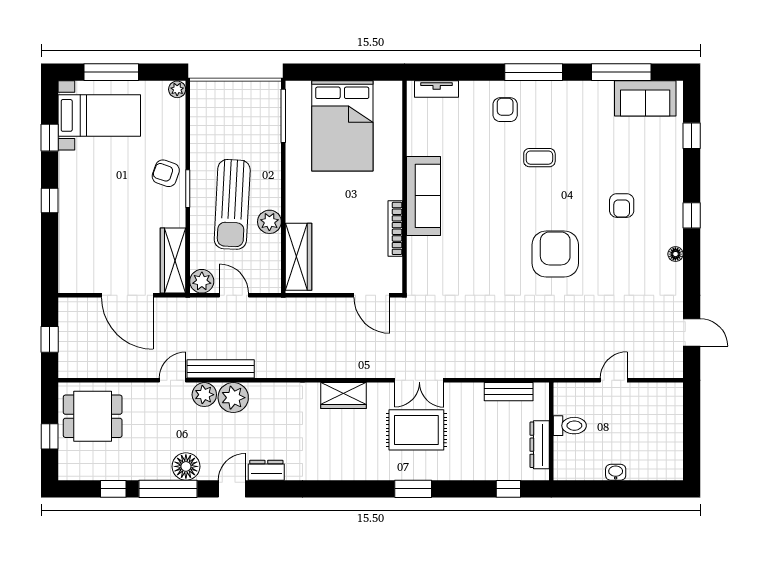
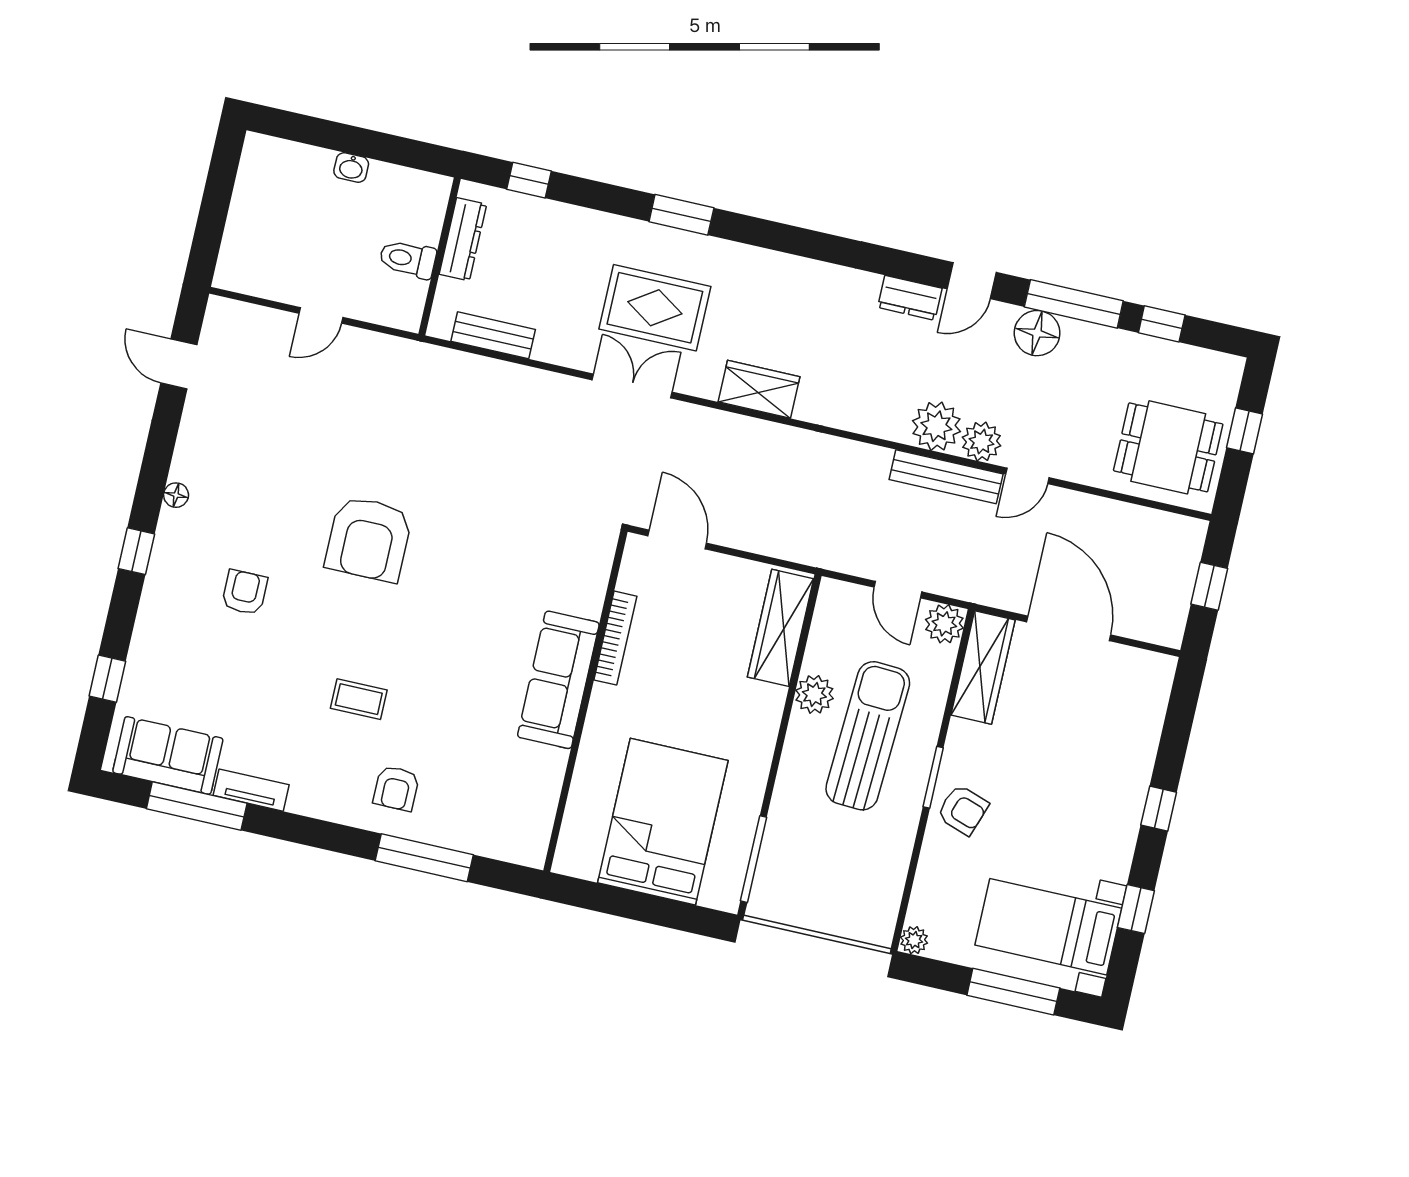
window: (534, 72) -> (424, 858), moved
tv unit: (437, 89) -> (251, 790), moved

